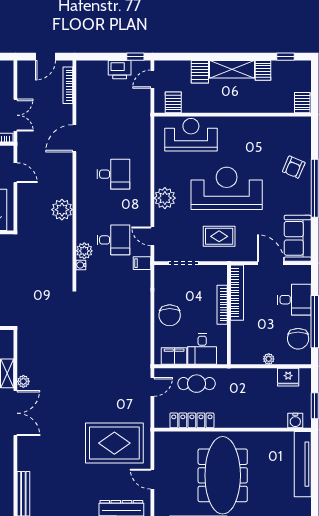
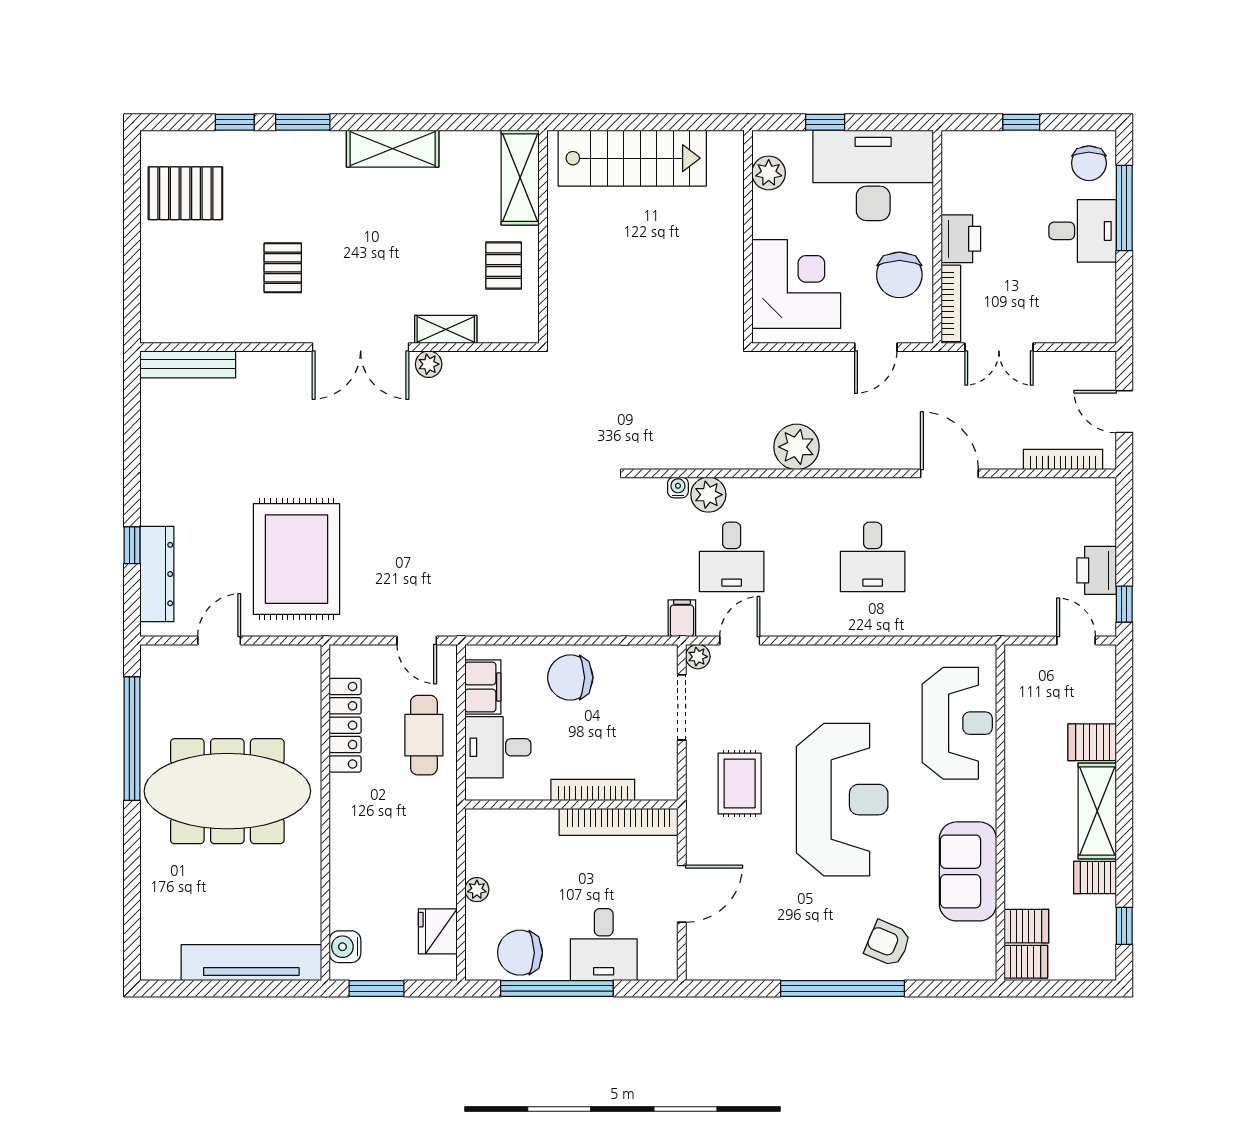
server rack: (173, 102) -> (1026, 926), moved
plant: (165, 198) -> (698, 657), moved, width x0.53, depth x0.53
sofa: (298, 238) -> (968, 871), moved, turned -90

